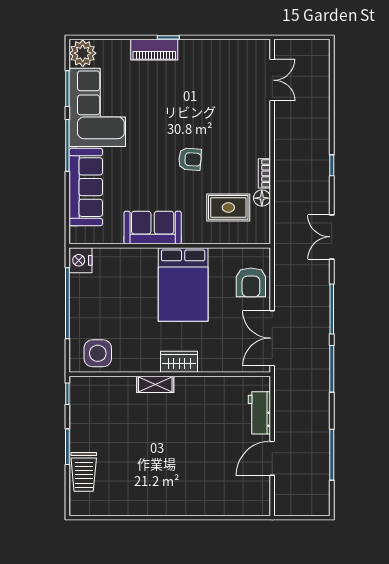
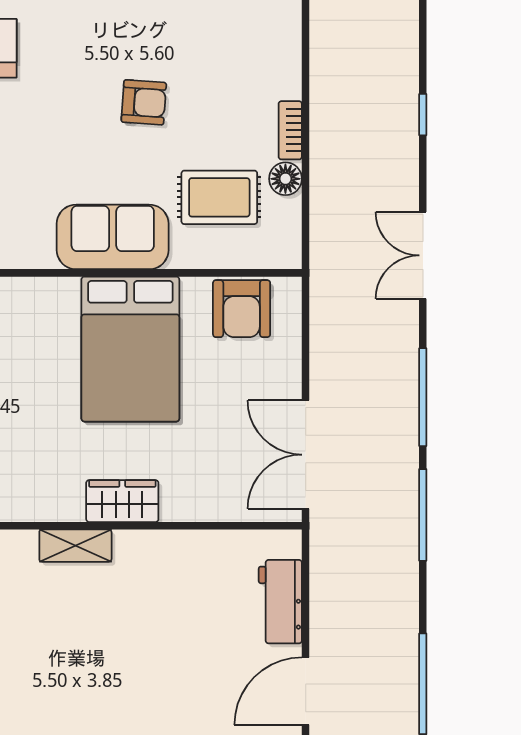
sofa: (153, 228) -> (113, 237), moved
armchair: (251, 282) -> (242, 309), moved

